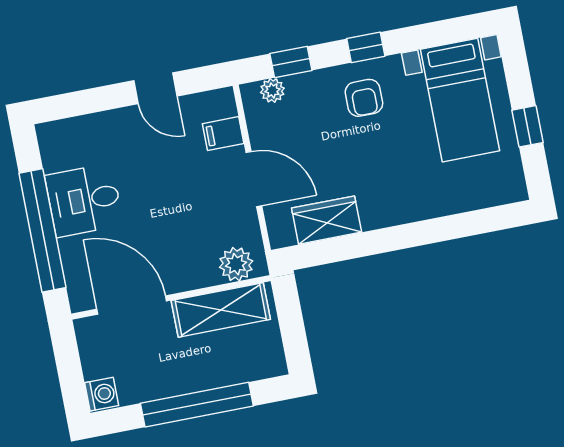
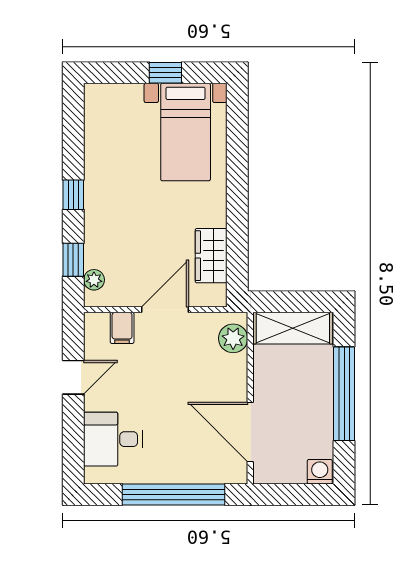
armchair: (364, 98) -> (115, 205), removed
bed with nightstands: (460, 100) -> (186, 132), moved, turned 90
desk: (84, 200) -> (113, 439), moved, turned 90
door: (132, 305) -> (250, 432), hinge flipped
shelving: (221, 310) -> (293, 328), moved, turned 90

